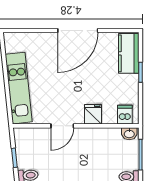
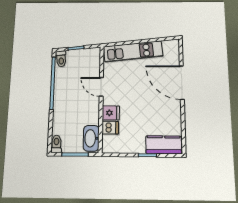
door: (78, 31) -> (182, 83), moved
dishwasher: (125, 115) -> (110, 128), moved
washbasin: (129, 134) -> (91, 138), width x1.91, depth x1.45

